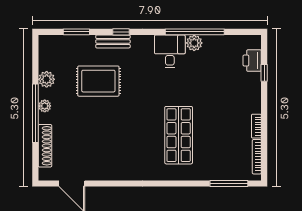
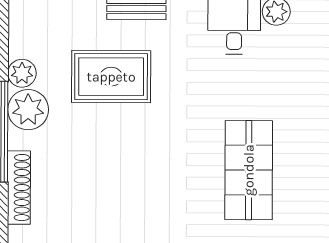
plant: (45, 106) -> (28, 110), width x1.87, depth x1.87

